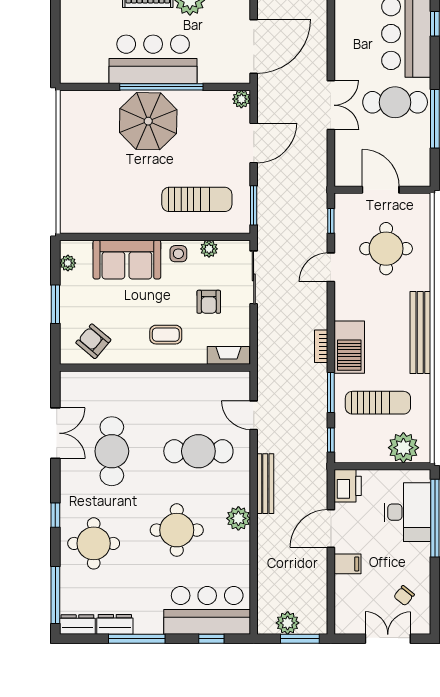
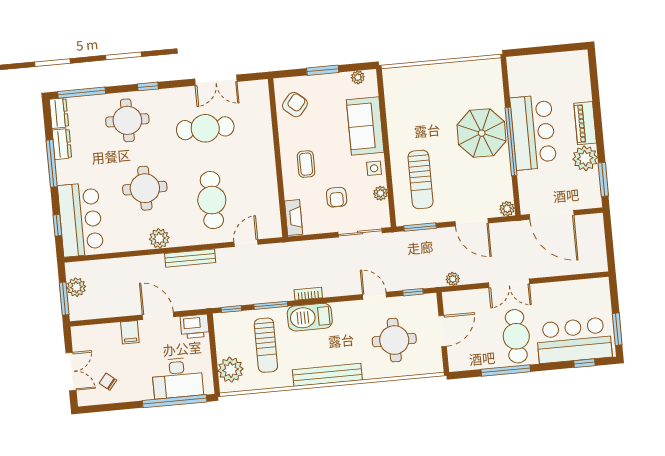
plant: (319, 172) -> (453, 279), added
armchair: (209, 302) -> (337, 197), turned -90

